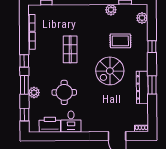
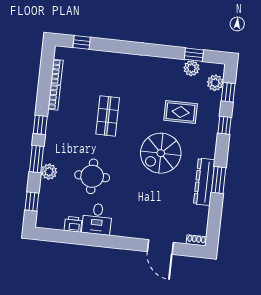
plant: (111, 10) -> (191, 68), moved
window: (152, 23) -> (228, 92), added
printer: (50, 125) -> (73, 224), width x0.53, depth x0.68

